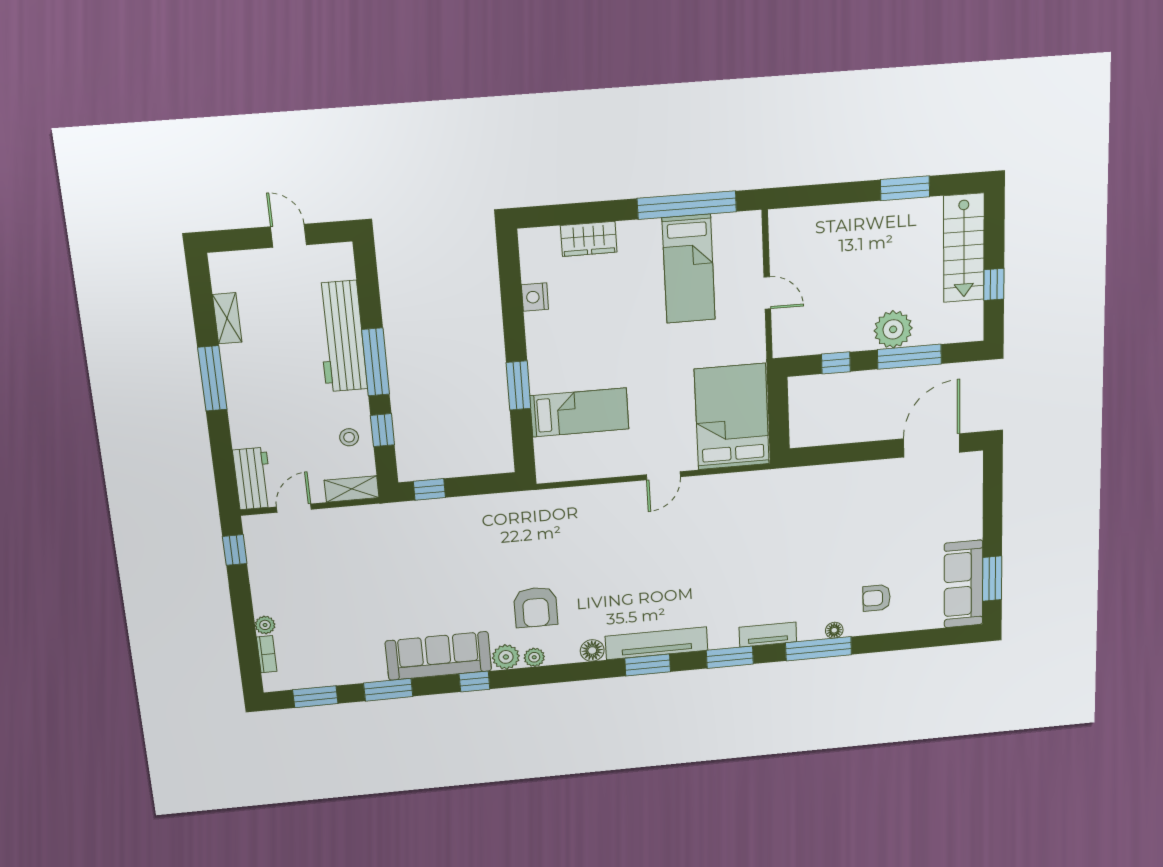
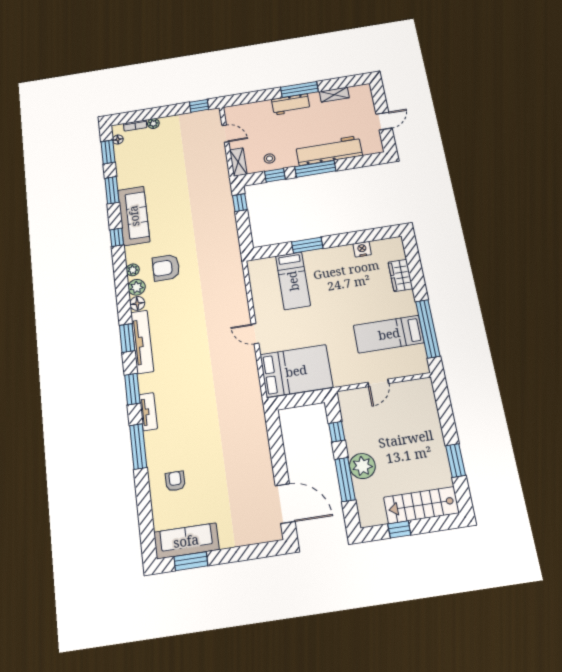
workbench: (253, 479) -> (291, 104), moved
floor lamp: (834, 630) -> (118, 139), moved
plant: (506, 657) -> (137, 287), moved

